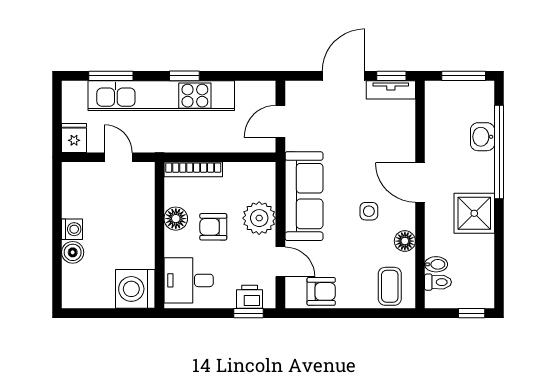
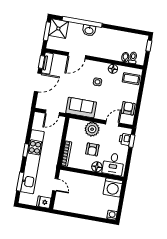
door: (343, 76) -> (38, 82), swing flipped
door: (280, 121) -> (52, 113), hinge flipped
washbasin: (482, 137) -> (89, 30), moved
door: (118, 157) -> (55, 185), swing flipped
door: (420, 182) -> (77, 56), moved
sofa: (304, 196) -> (81, 108), width x0.73
shower: (474, 213) -> (58, 29), moved
floor lamp: (176, 219) -> (97, 167), moved
washing machine: (72, 229) -> (112, 215), moved
boiler: (73, 252) -> (93, 211), removed

